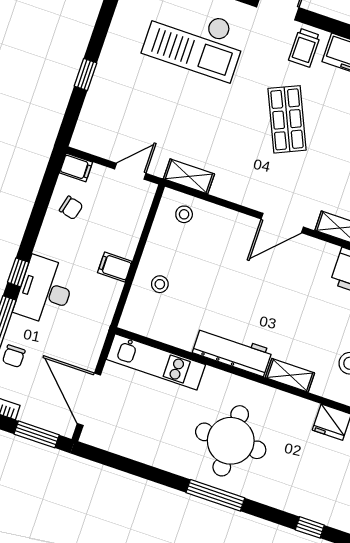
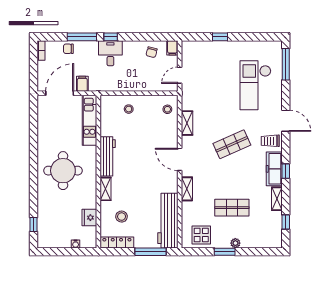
door: (130, 171) -> (180, 75), swing flipped
shelving: (189, 176) -> (187, 123), moved
filing cabinet: (115, 267) -> (82, 84), moved
desk: (45, 291) -> (110, 53), width x0.73
window: (37, 434) -> (33, 73), removed
window: (215, 495) -> (33, 172), removed

